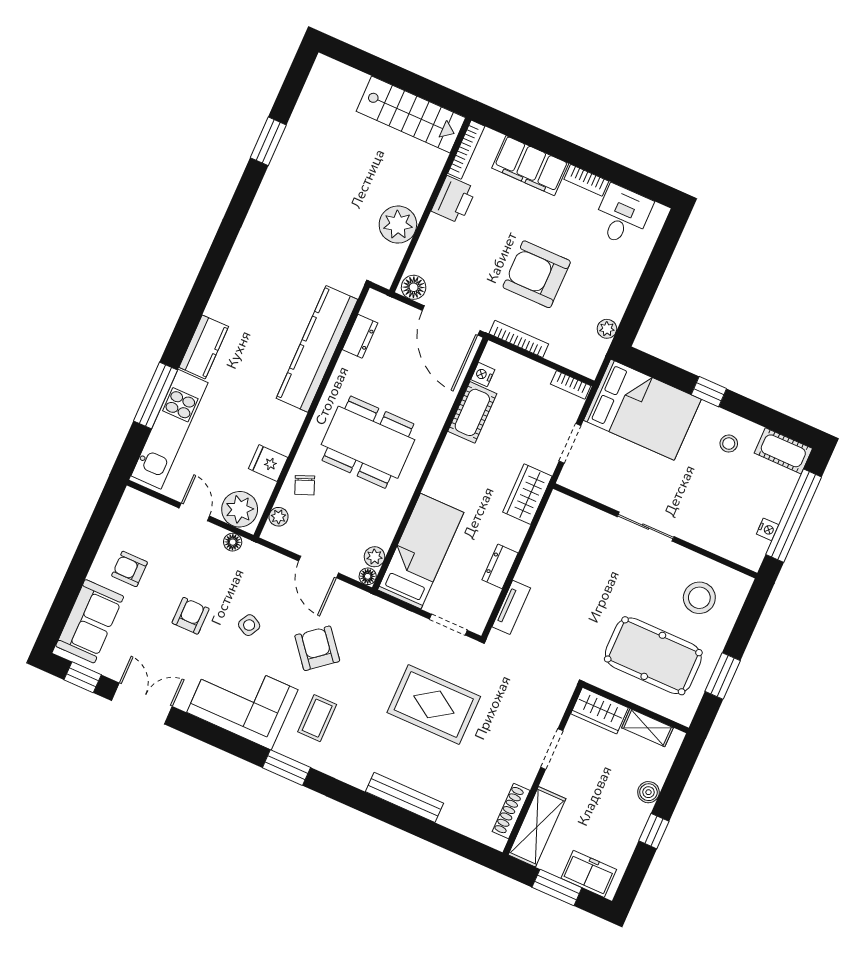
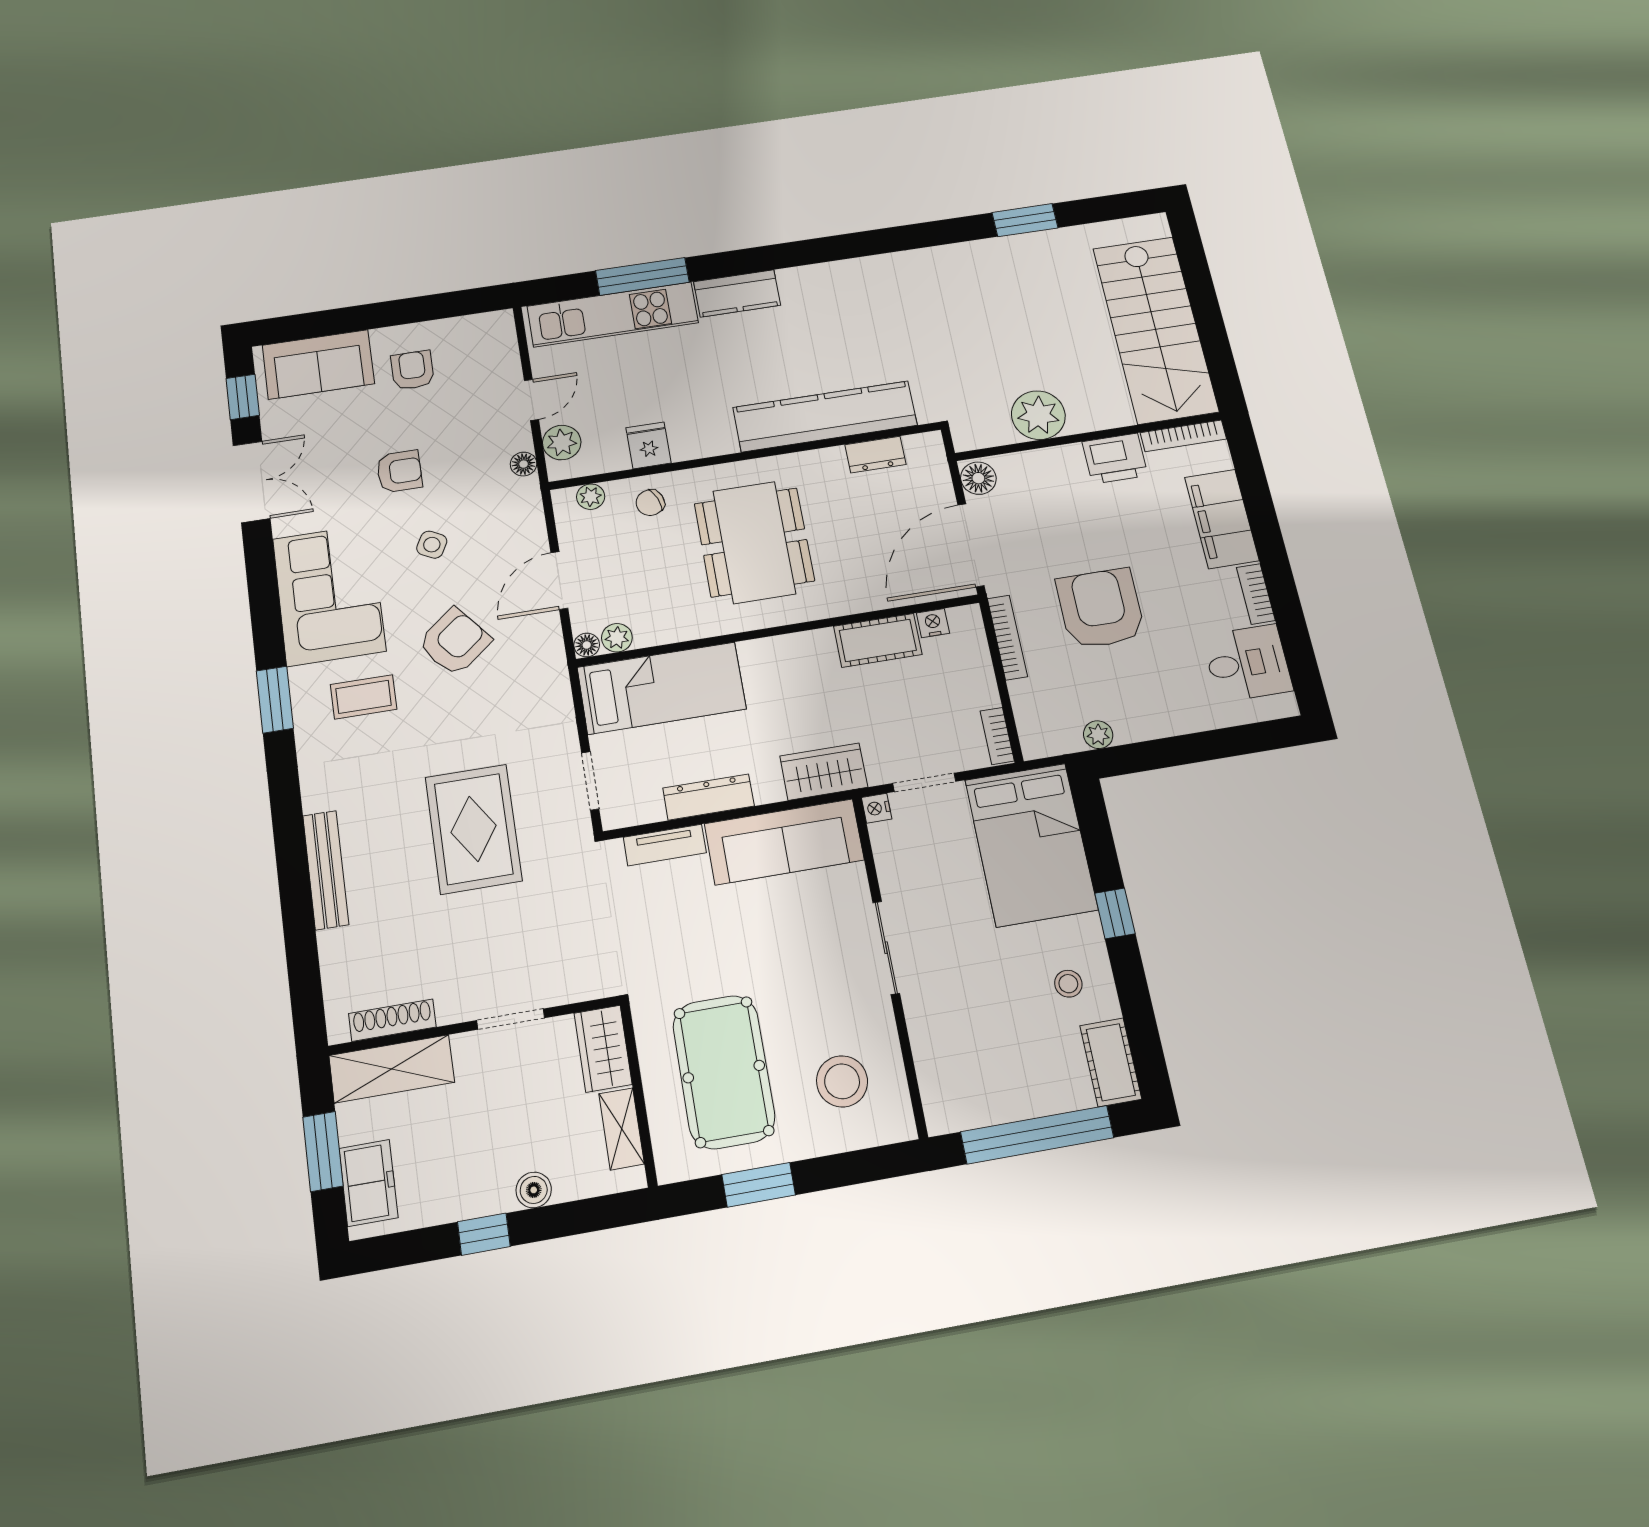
stairs: (411, 114) -> (1155, 329), width x1.36, depth x1.51
plant: (240, 509) -> (562, 443), width x0.73, depth x0.73
nightstand: (768, 529) -> (877, 808), moved, turned 90
sofa: (552, 542) -> (784, 842), added
dresser: (500, 566) -> (708, 797), width x1.44

